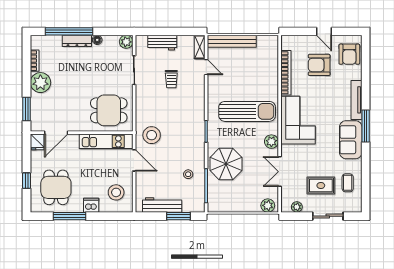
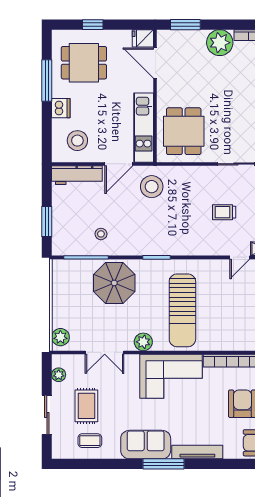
double door: (280, 172) -> (105, 352), swing flipped
workbench: (162, 205) -> (77, 175), moved, turned 90

